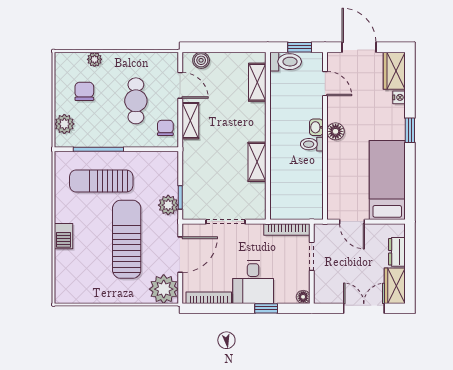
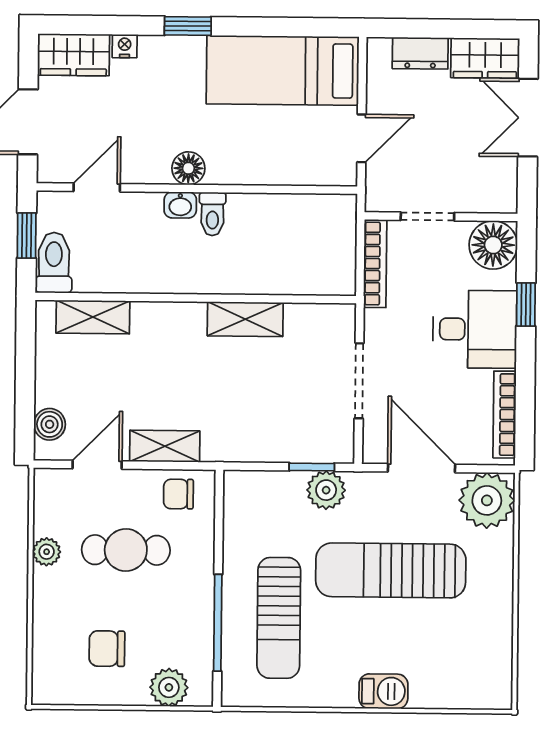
plant: (95, 59) -> (47, 552), moved
floor lamp: (303, 297) -> (493, 245), width x1.89, depth x1.89

